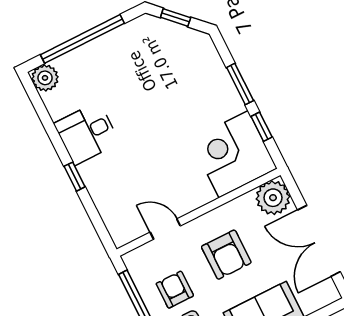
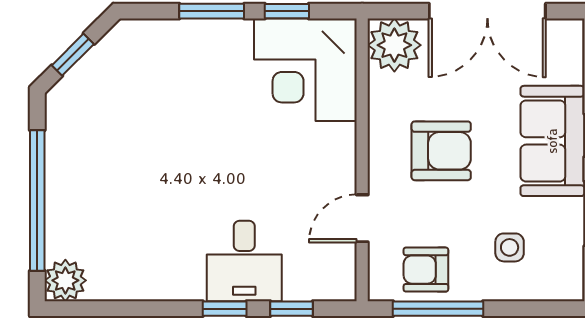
desk: (87, 133) -> (244, 261), moved
window: (94, 215) -> (292, 309), added
armchair: (175, 290) -> (426, 270), moved

